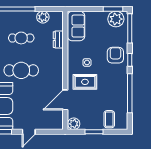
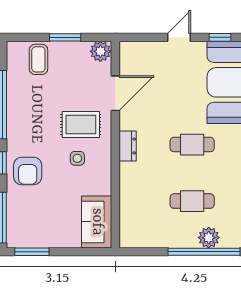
plant: (43, 17) -> (209, 238), moved
plant: (116, 19) -> (27, 234), removed
dresser: (58, 40) -> (128, 146), moved
cafe table: (21, 70) -> (192, 145), width x0.73, depth x0.74

